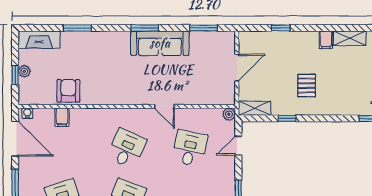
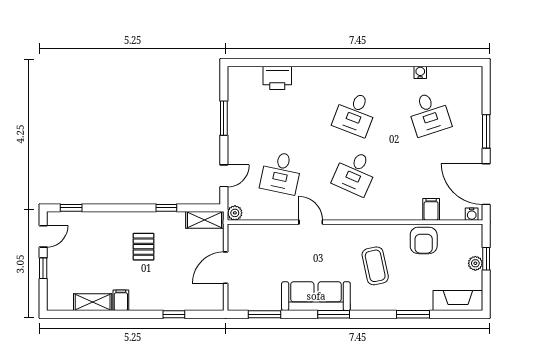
coffee table: (110, 69) -> (375, 266), added

